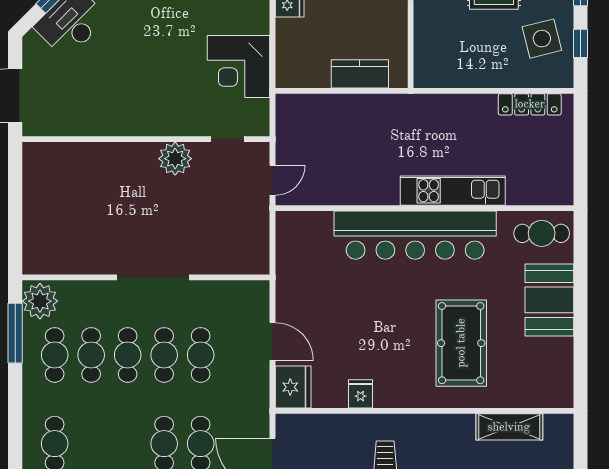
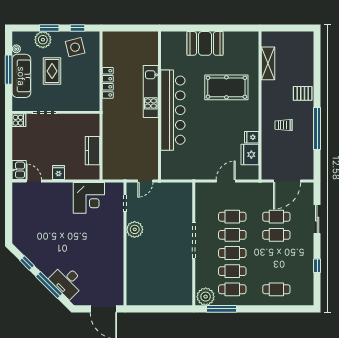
kitchen counter: (360, 74) -> (93, 151), moved
locker: (530, 104) -> (108, 83), moved
door: (273, 180) -> (145, 181), swing flipped
cafe table: (542, 233) -> (172, 47), removed
fridge: (293, 387) -> (250, 155), moved, turned -90

